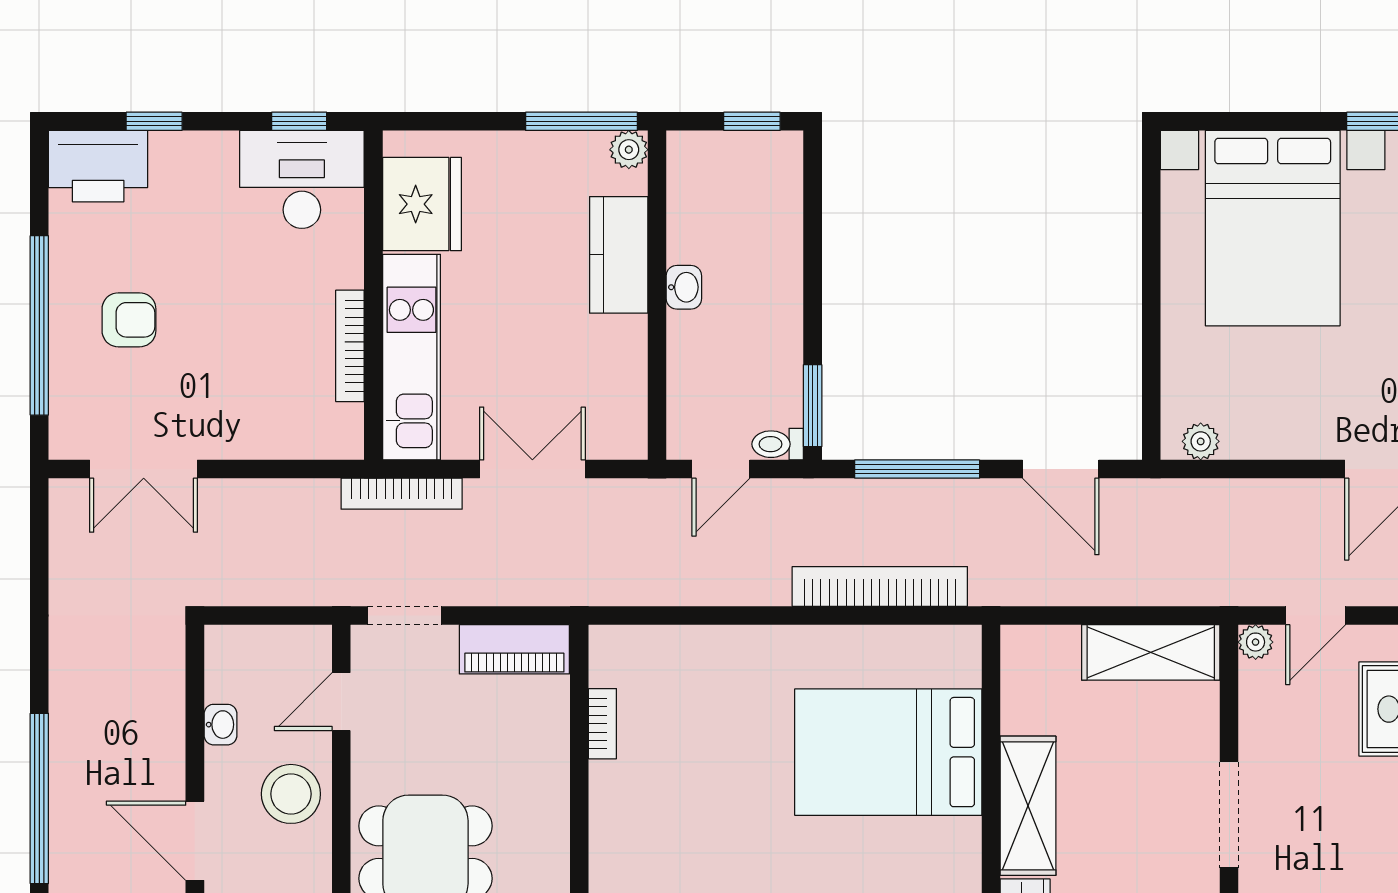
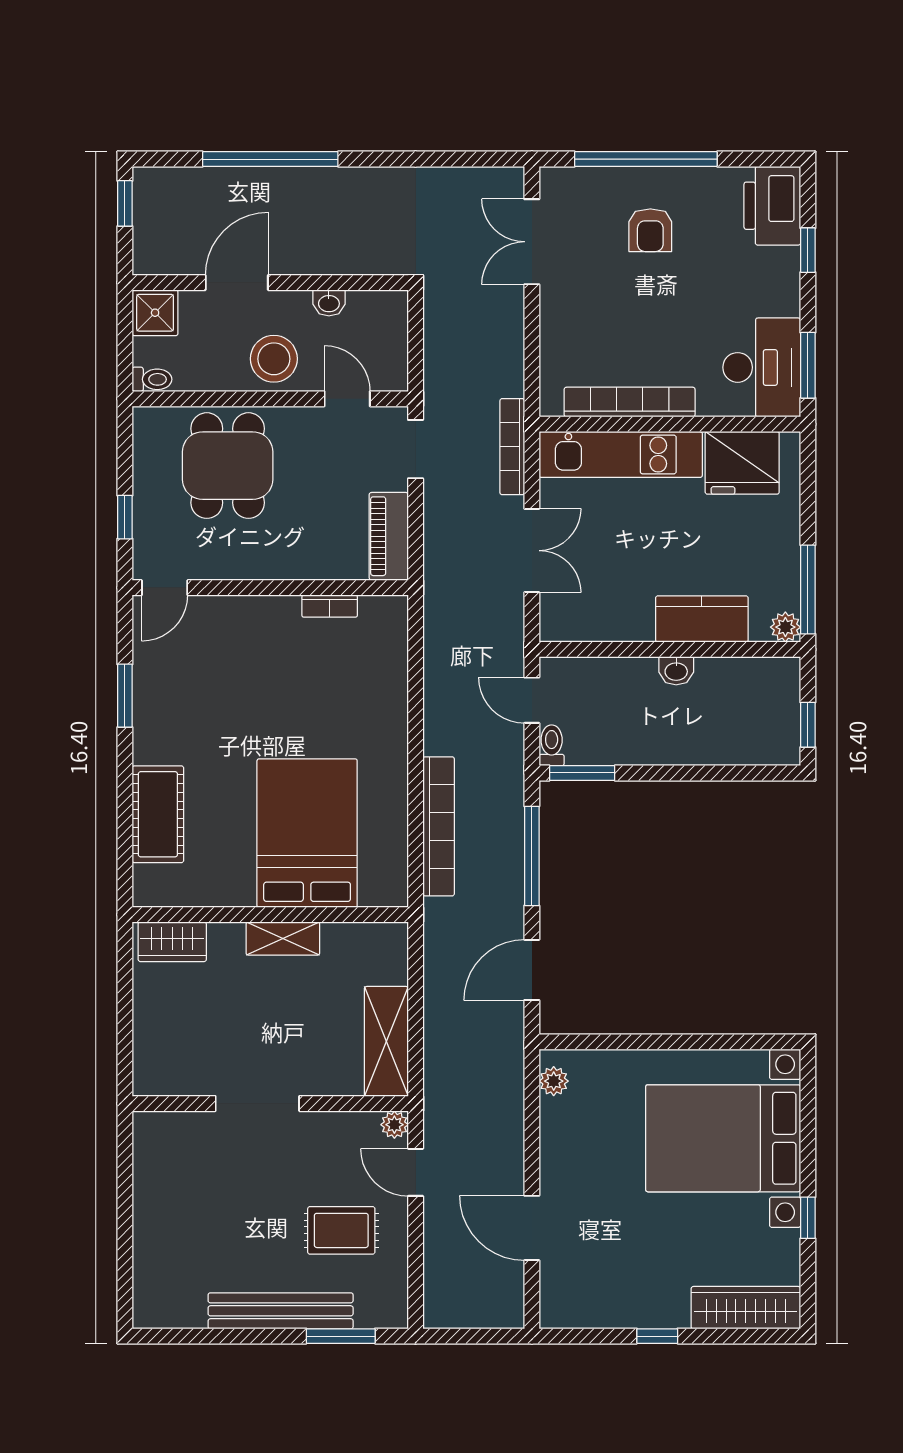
window: (299, 121) -> (808, 365), width x1.50
bookcase: (350, 346) -> (630, 402), width x1.48, depth x1.31
shelving: (1028, 806) -> (283, 939), width x0.67, depth x0.75

